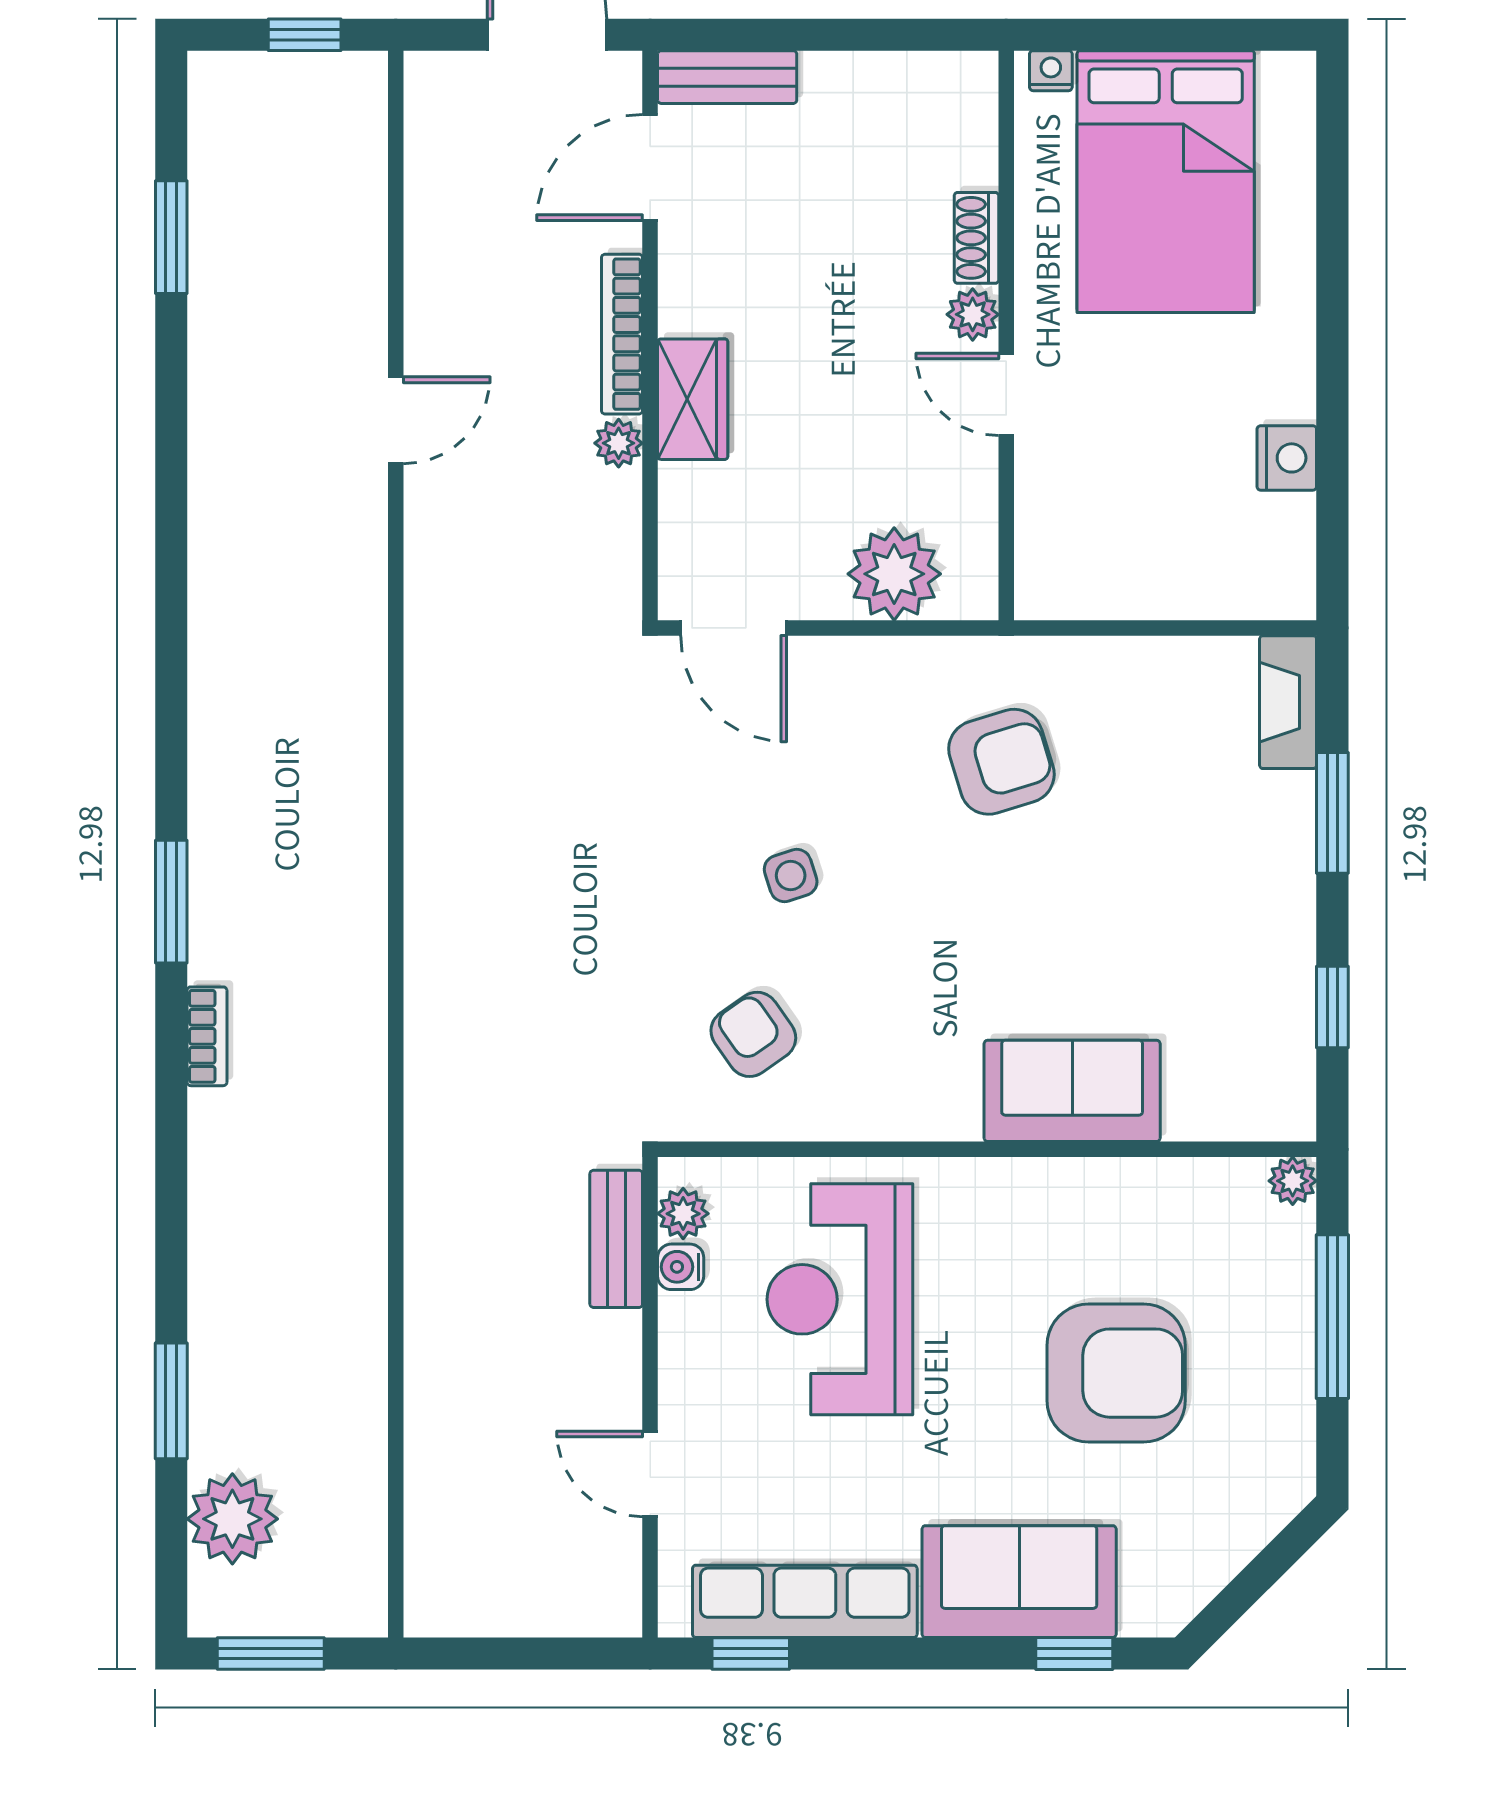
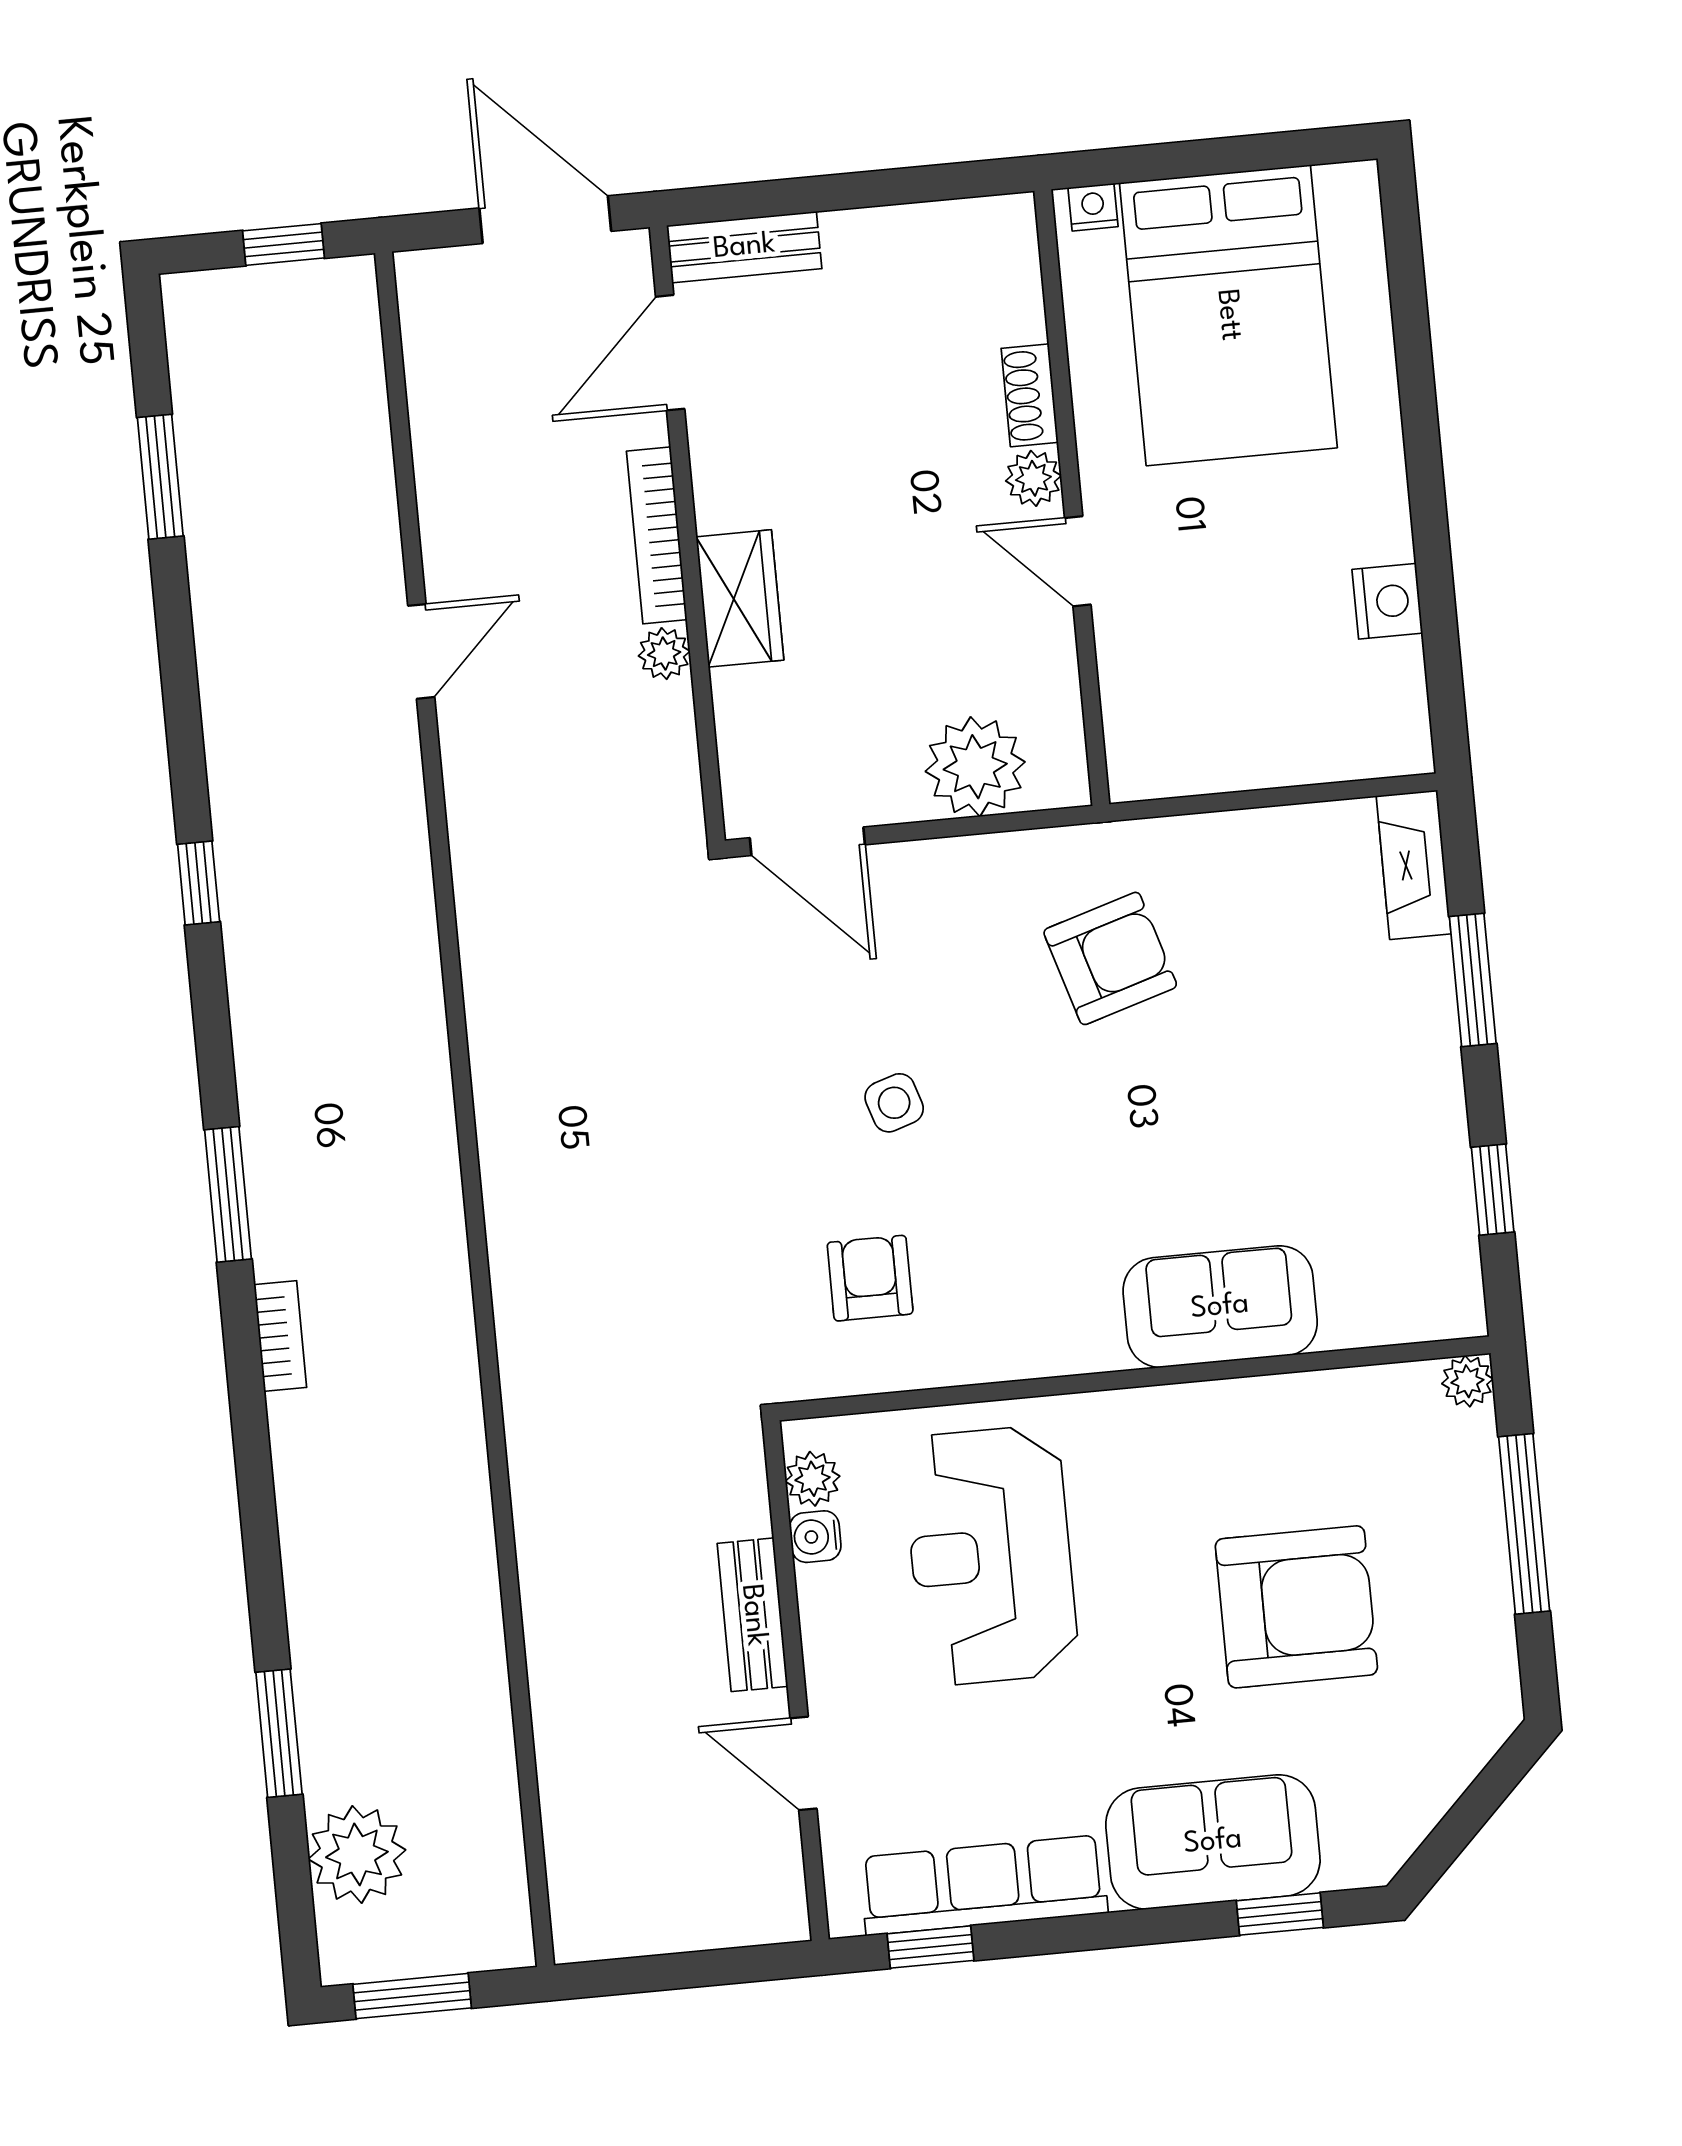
window: (171, 613) -> (199, 883), added
armchair: (753, 1034) -> (870, 1278), turned 35
bench: (616, 1239) -> (753, 1615), moved

